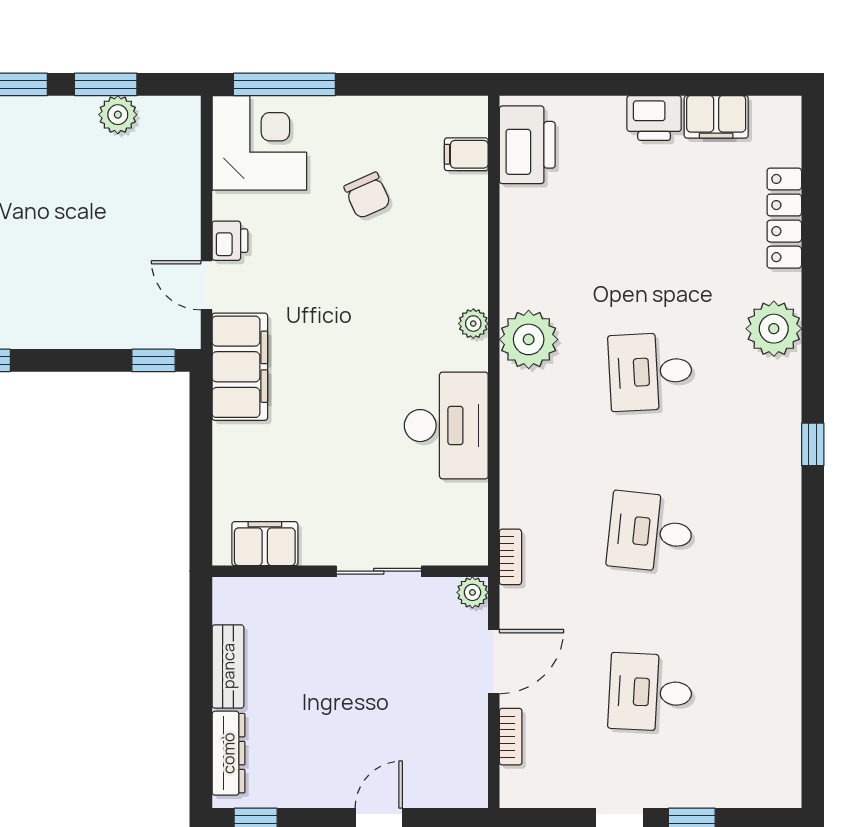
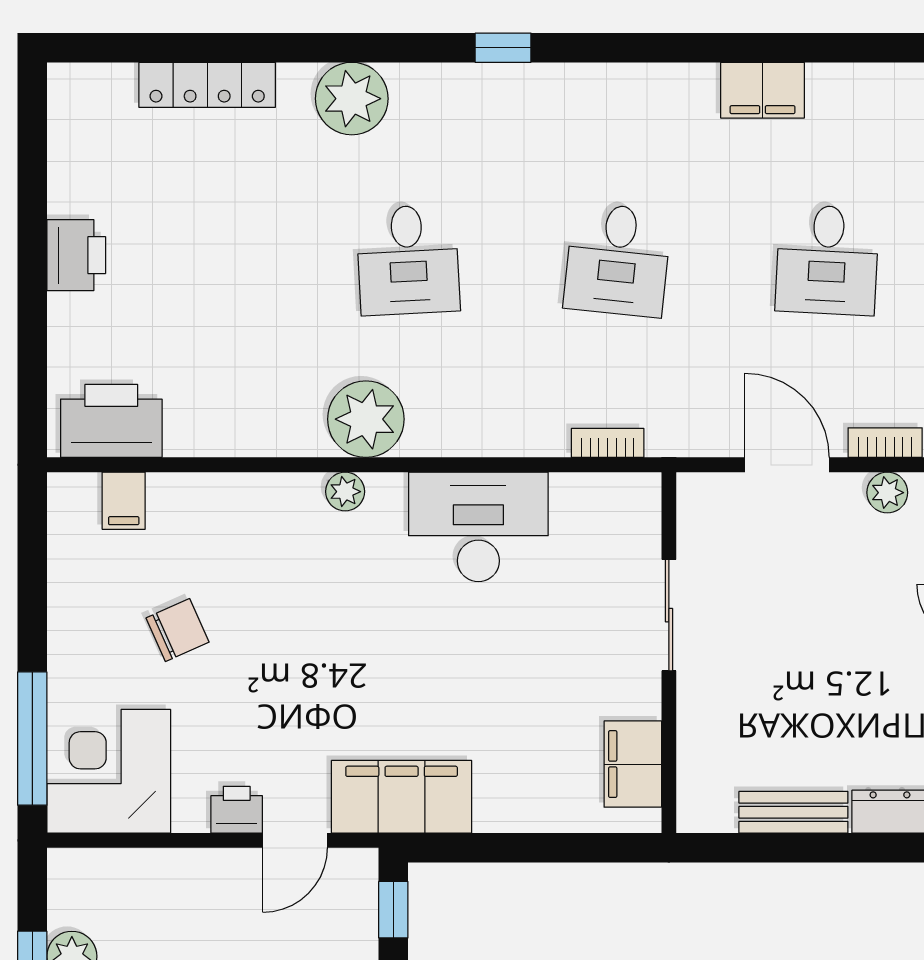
filing cabinet: (716, 117) -> (763, 90), moved, turned 90
bookcase: (510, 557) -> (608, 443), moved
plant: (472, 592) -> (887, 493), moved

